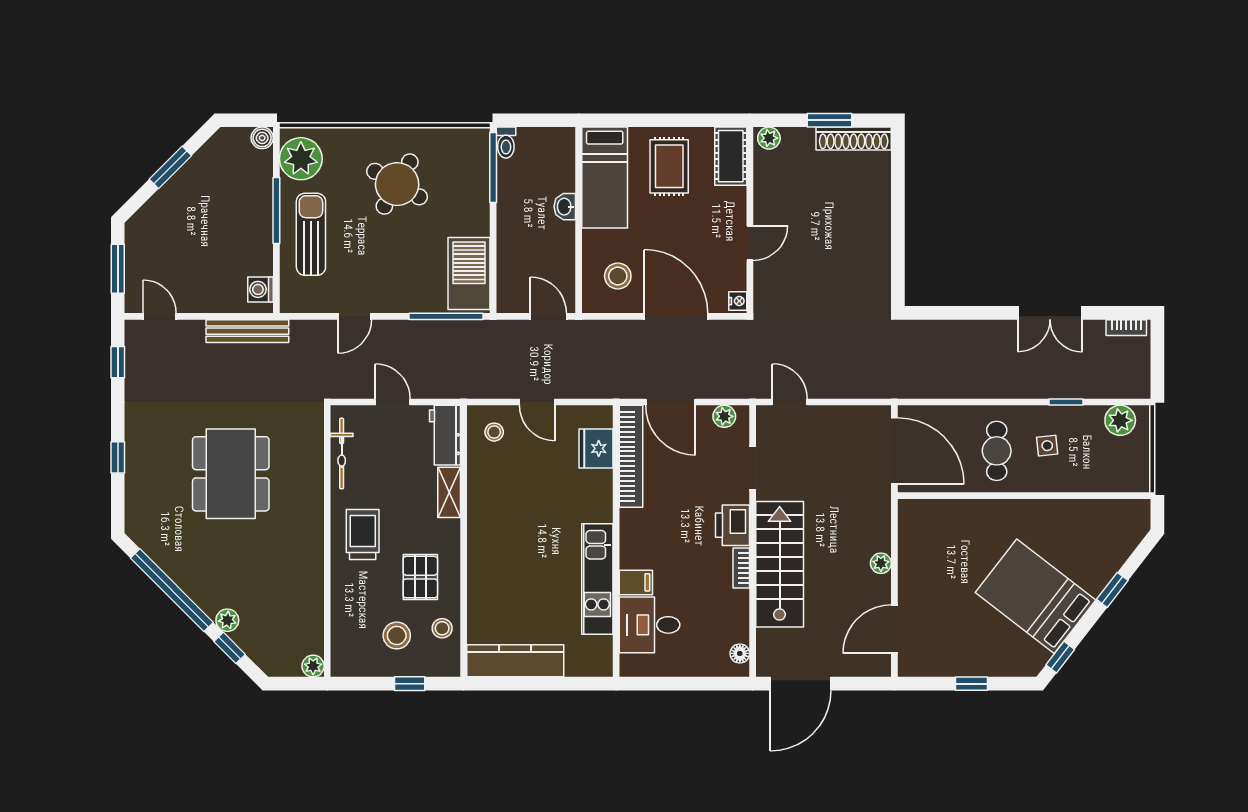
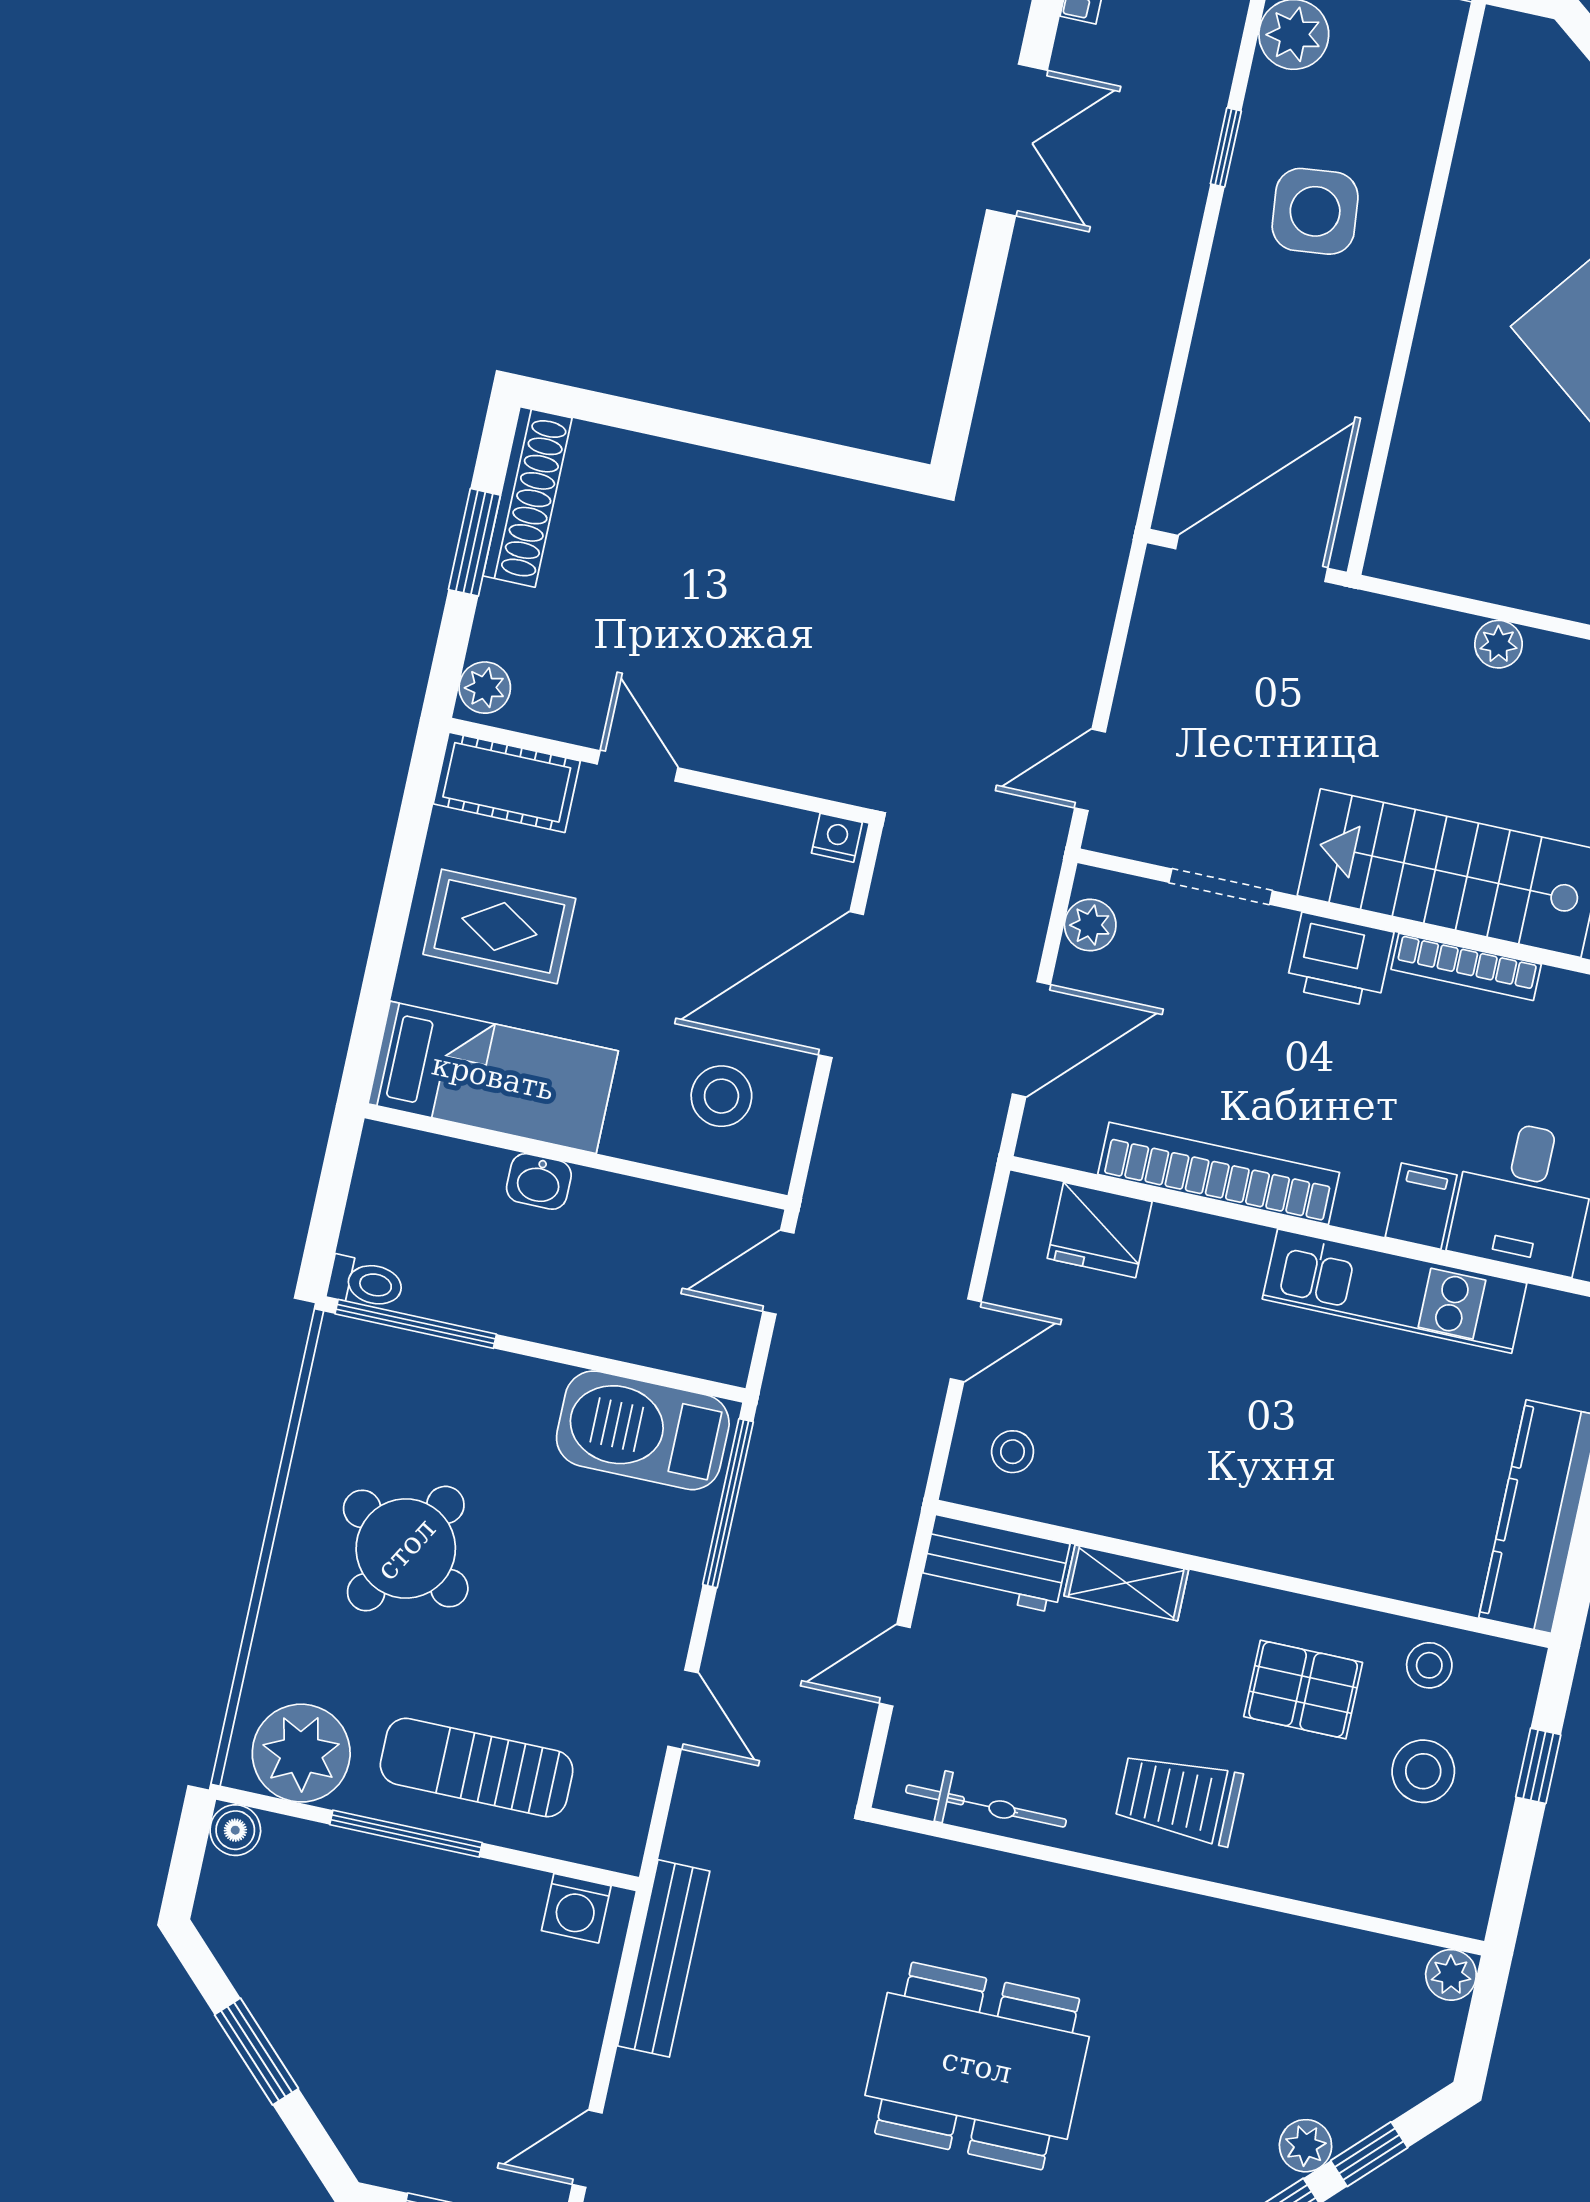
door: (750, 243) -> (637, 766), moved
side table: (1047, 446) -> (1315, 211), width x1.87, depth x1.87
cafe table: (997, 451) -> (1302, 328), removed
bookcase: (631, 456) -> (1219, 1173), moved
bookcase: (741, 568) -> (1466, 967), width x1.56

